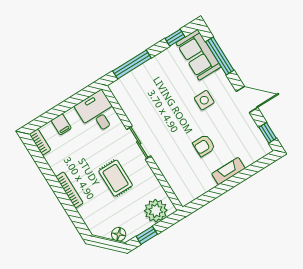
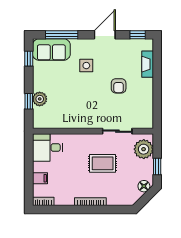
window: (132, 64) -> (29, 101), width x0.46
plant: (141, 74) -> (40, 99), added
sliding door: (139, 143) -> (117, 131), moved
fireplace: (228, 171) -> (148, 64), moved

